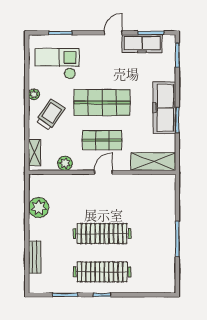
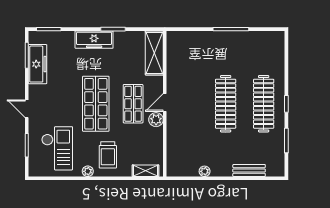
door: (113, 33) -> (27, 109), moved
checkout: (57, 64) -> (57, 148), turned 180
freezer: (164, 108) -> (94, 40), width x0.73, depth x0.79
trolley: (50, 115) -> (108, 155), turned -124
plant: (65, 163) -> (156, 120), moved
door: (103, 172) -> (165, 102), hinge flipped
plant: (39, 208) -> (205, 171), width x0.53, depth x0.53

